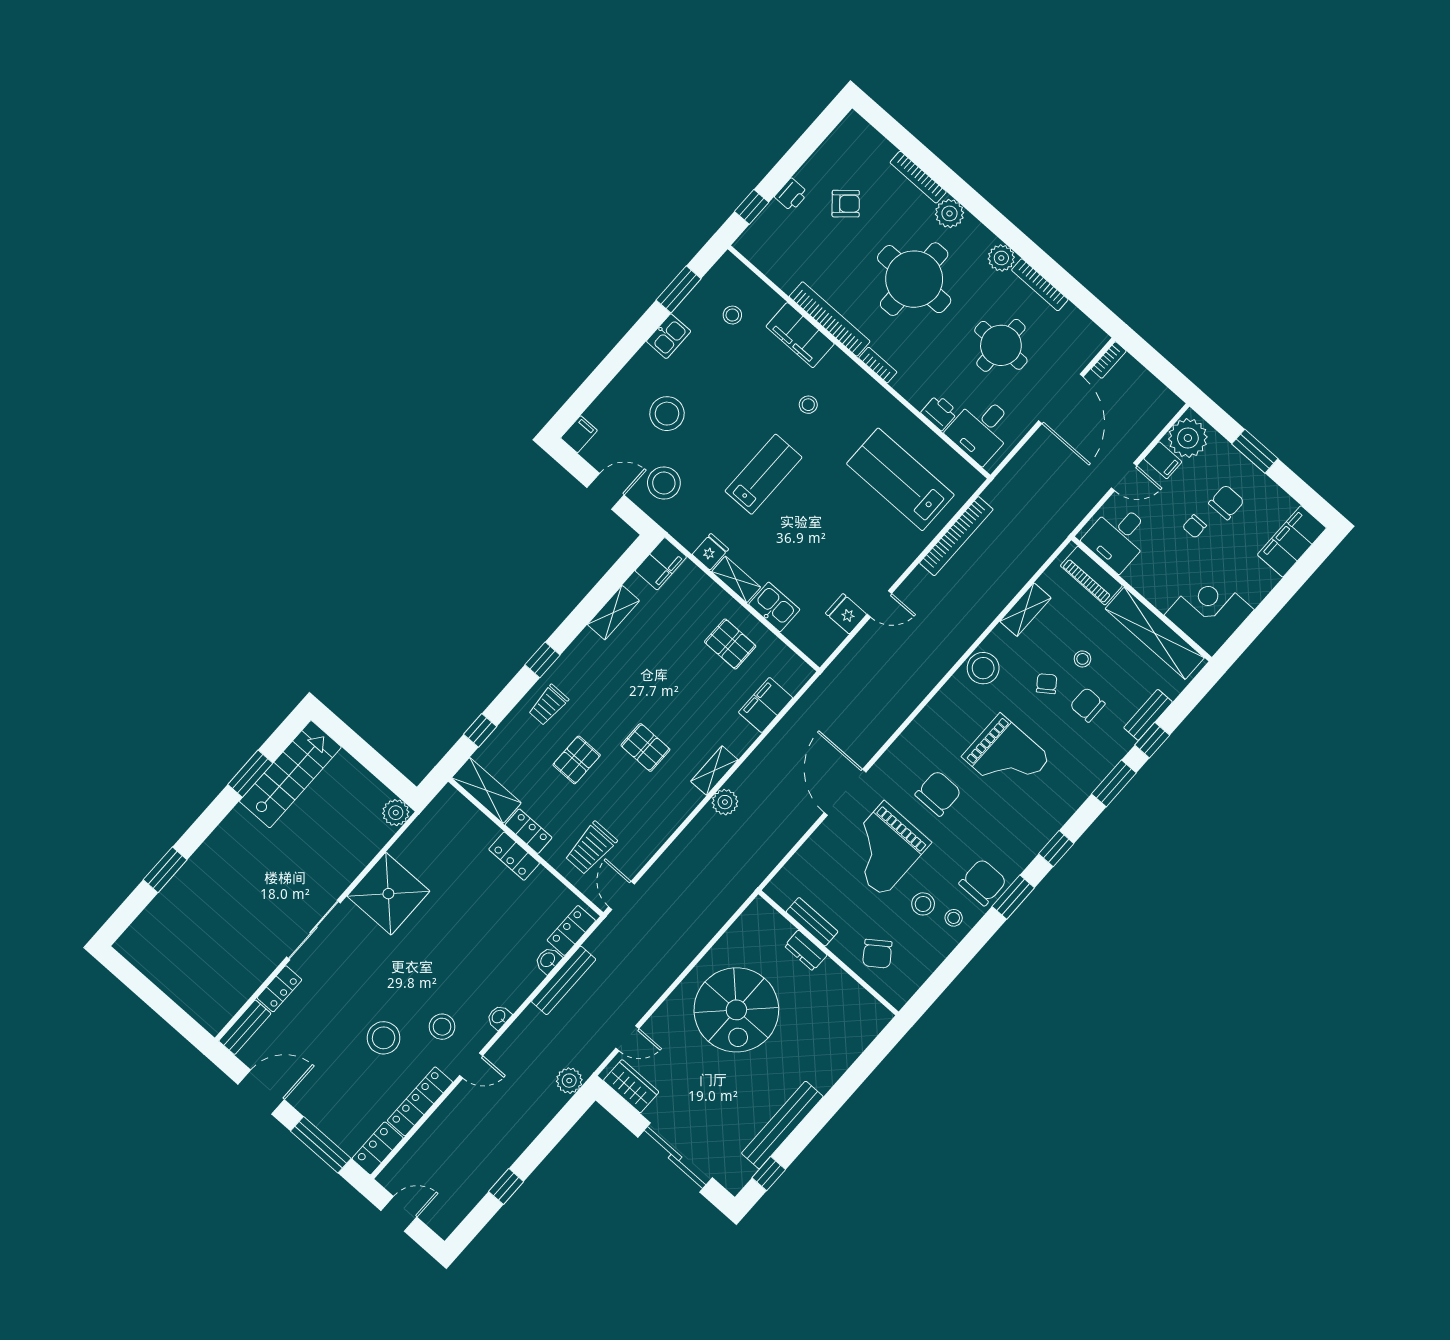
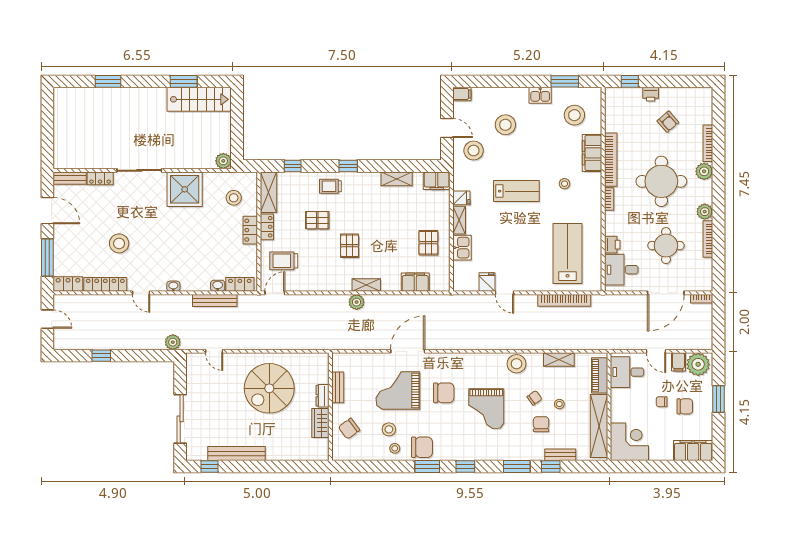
stool: (732, 315) -> (574, 115), width x1.89, depth x1.89
stool: (442, 1027) -> (234, 198), moved
wardrobe: (631, 1086) -> (320, 423), moved, turned 180

